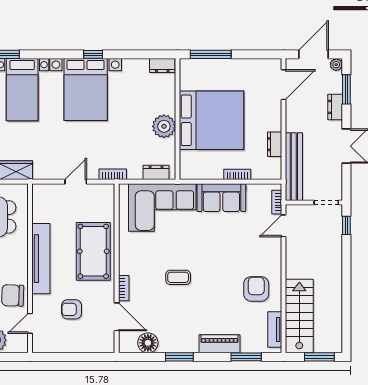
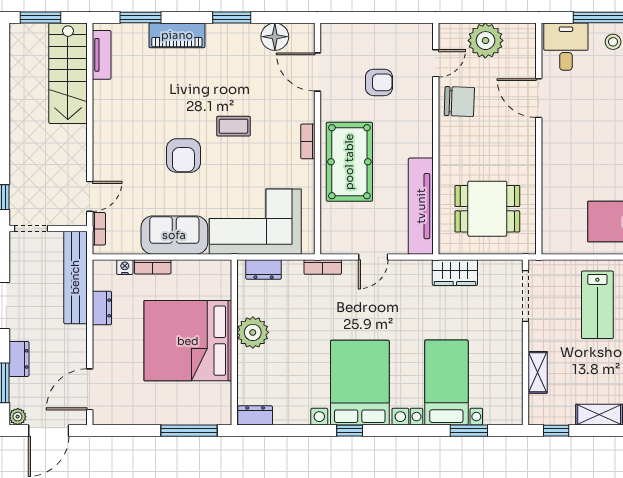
nightstand: (258, 174) -> (125, 267), added
tv unit: (41, 259) -> (421, 206), moved
bookcase: (124, 288) -> (308, 141), moved
armchair: (256, 289) -> (183, 156), moved

